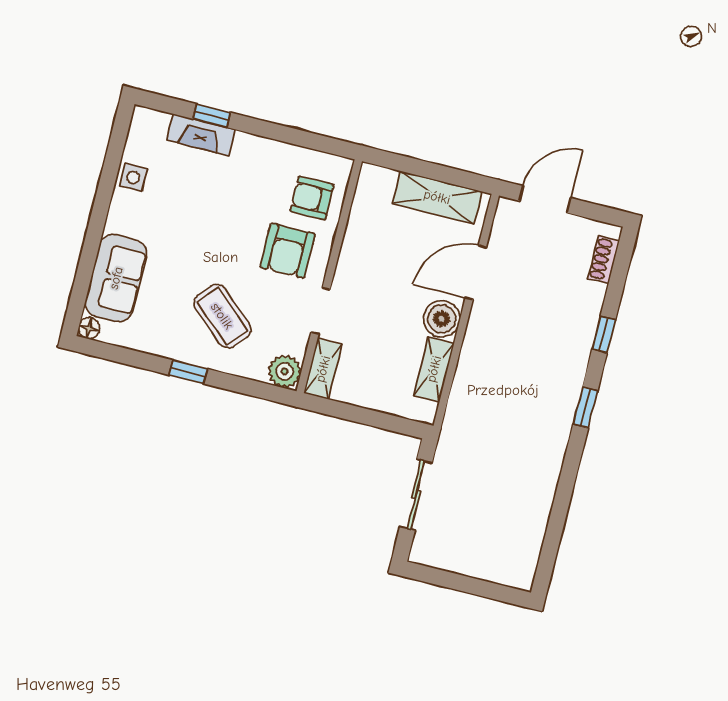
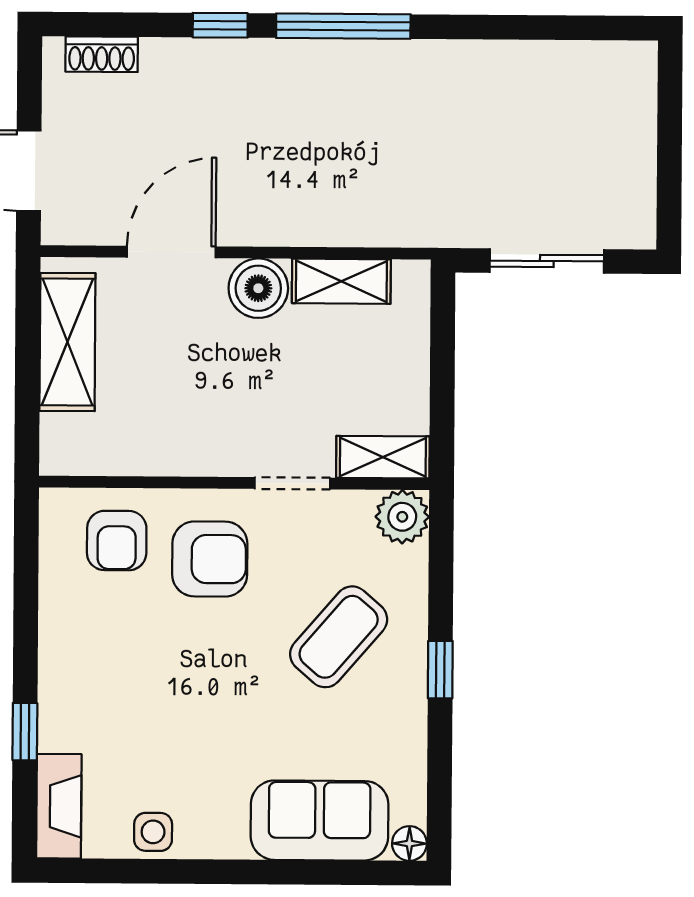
fireplace: (201, 135) -> (59, 806), moved
door: (476, 272) -> (171, 252), swing flipped
window: (585, 408) -> (343, 26), width x2.17

